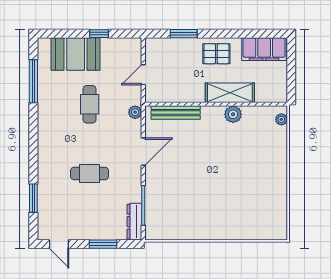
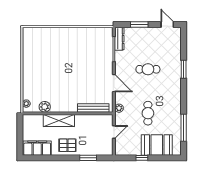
plant: (233, 114) -> (45, 107), moved
door: (143, 152) -> (114, 83), swing flipped
window: (33, 198) -> (184, 69), moved

